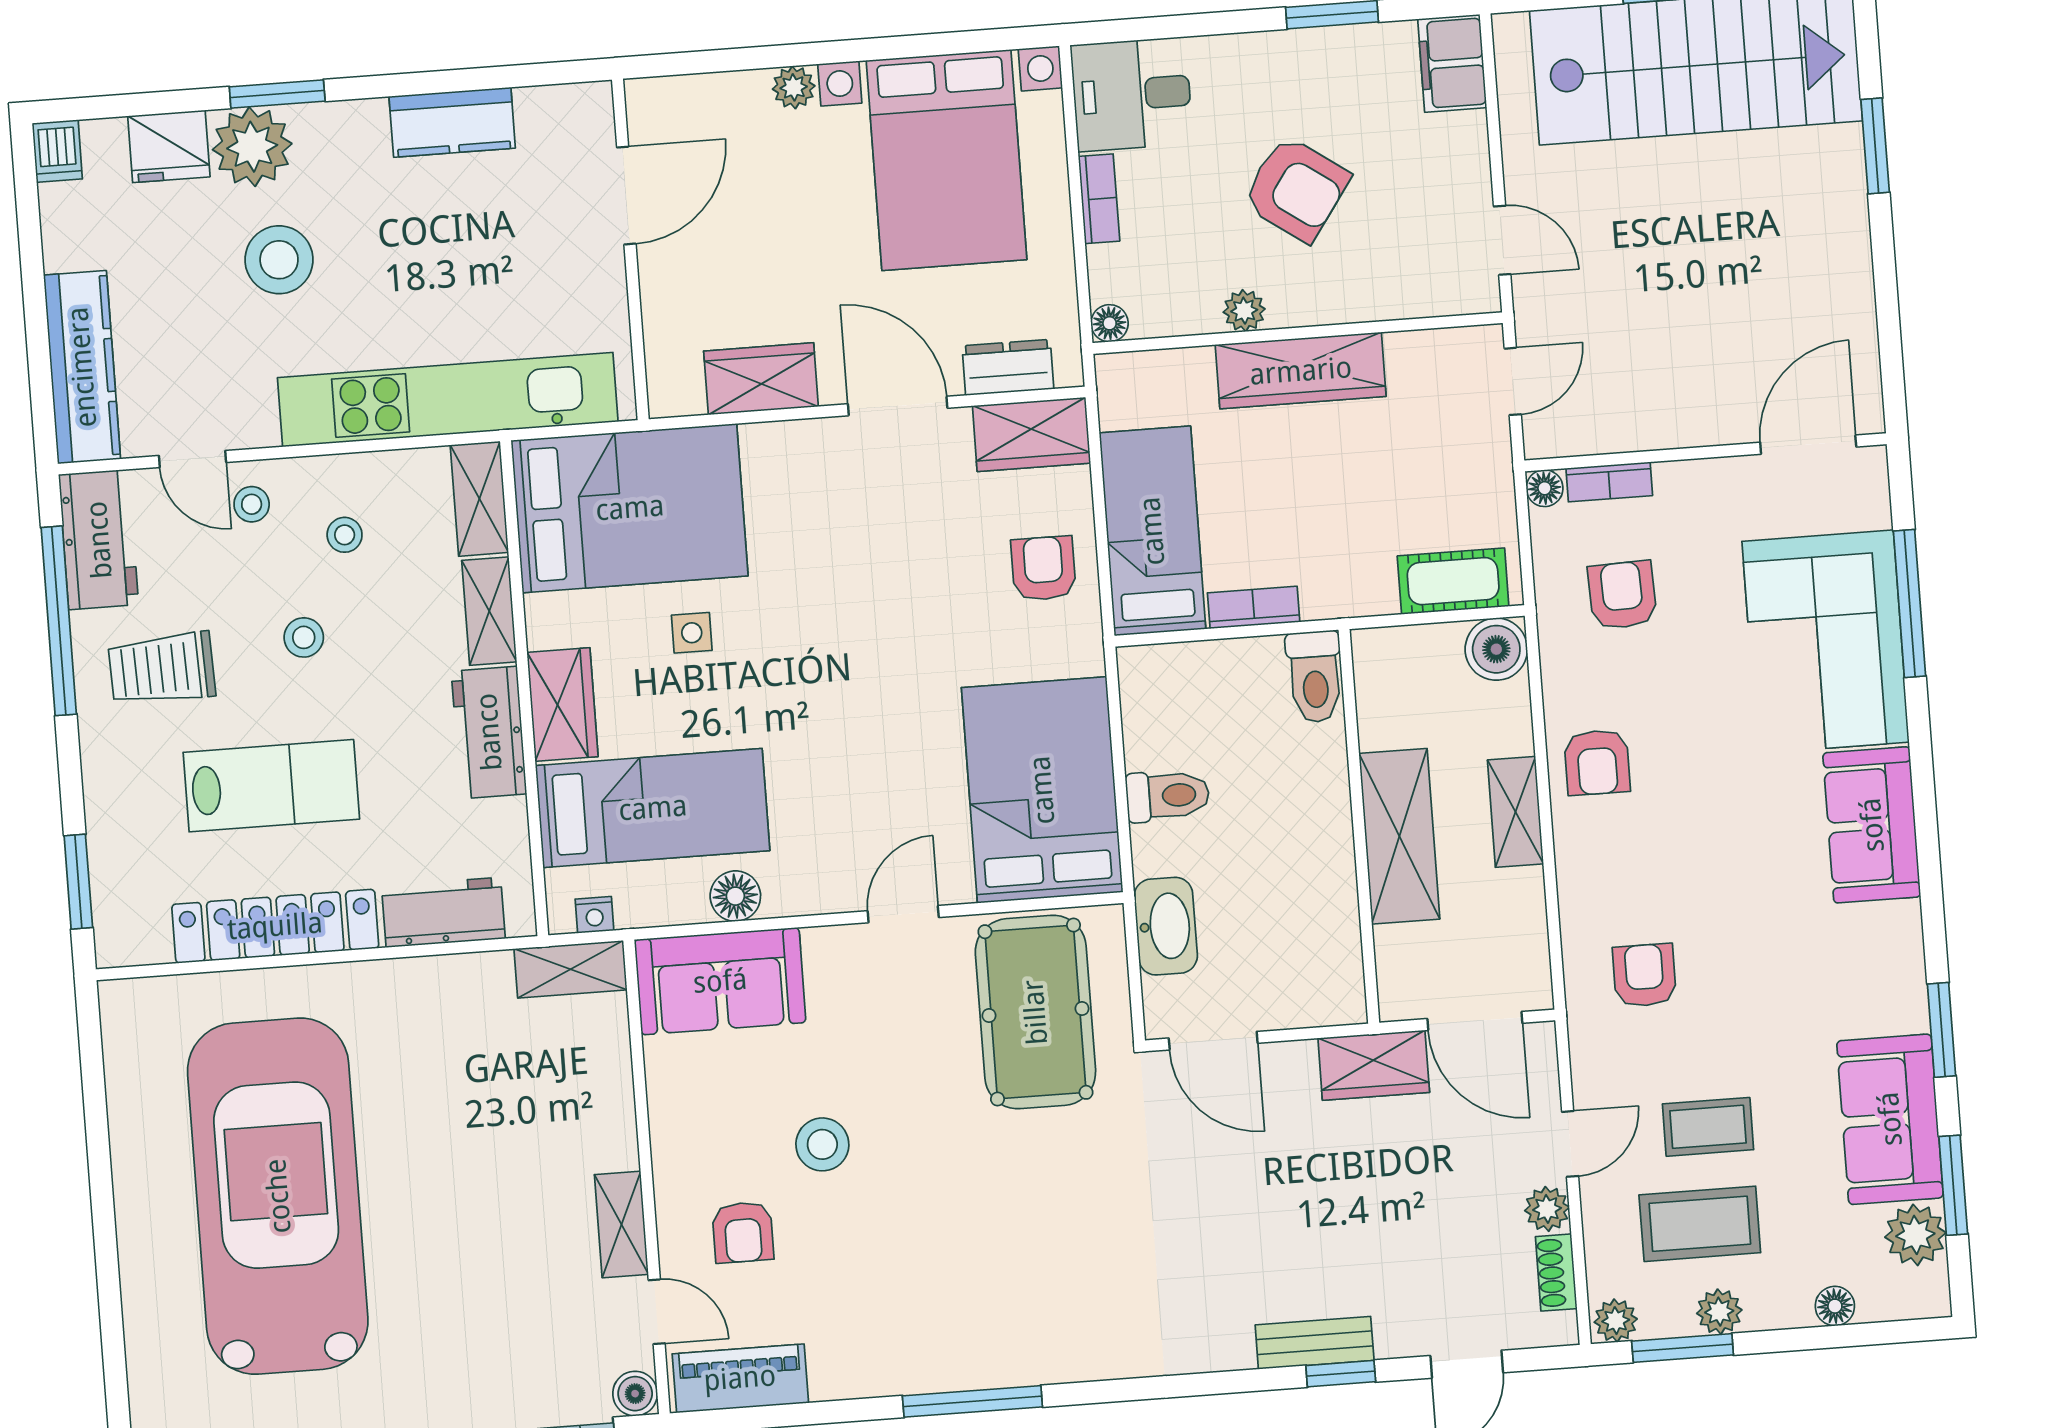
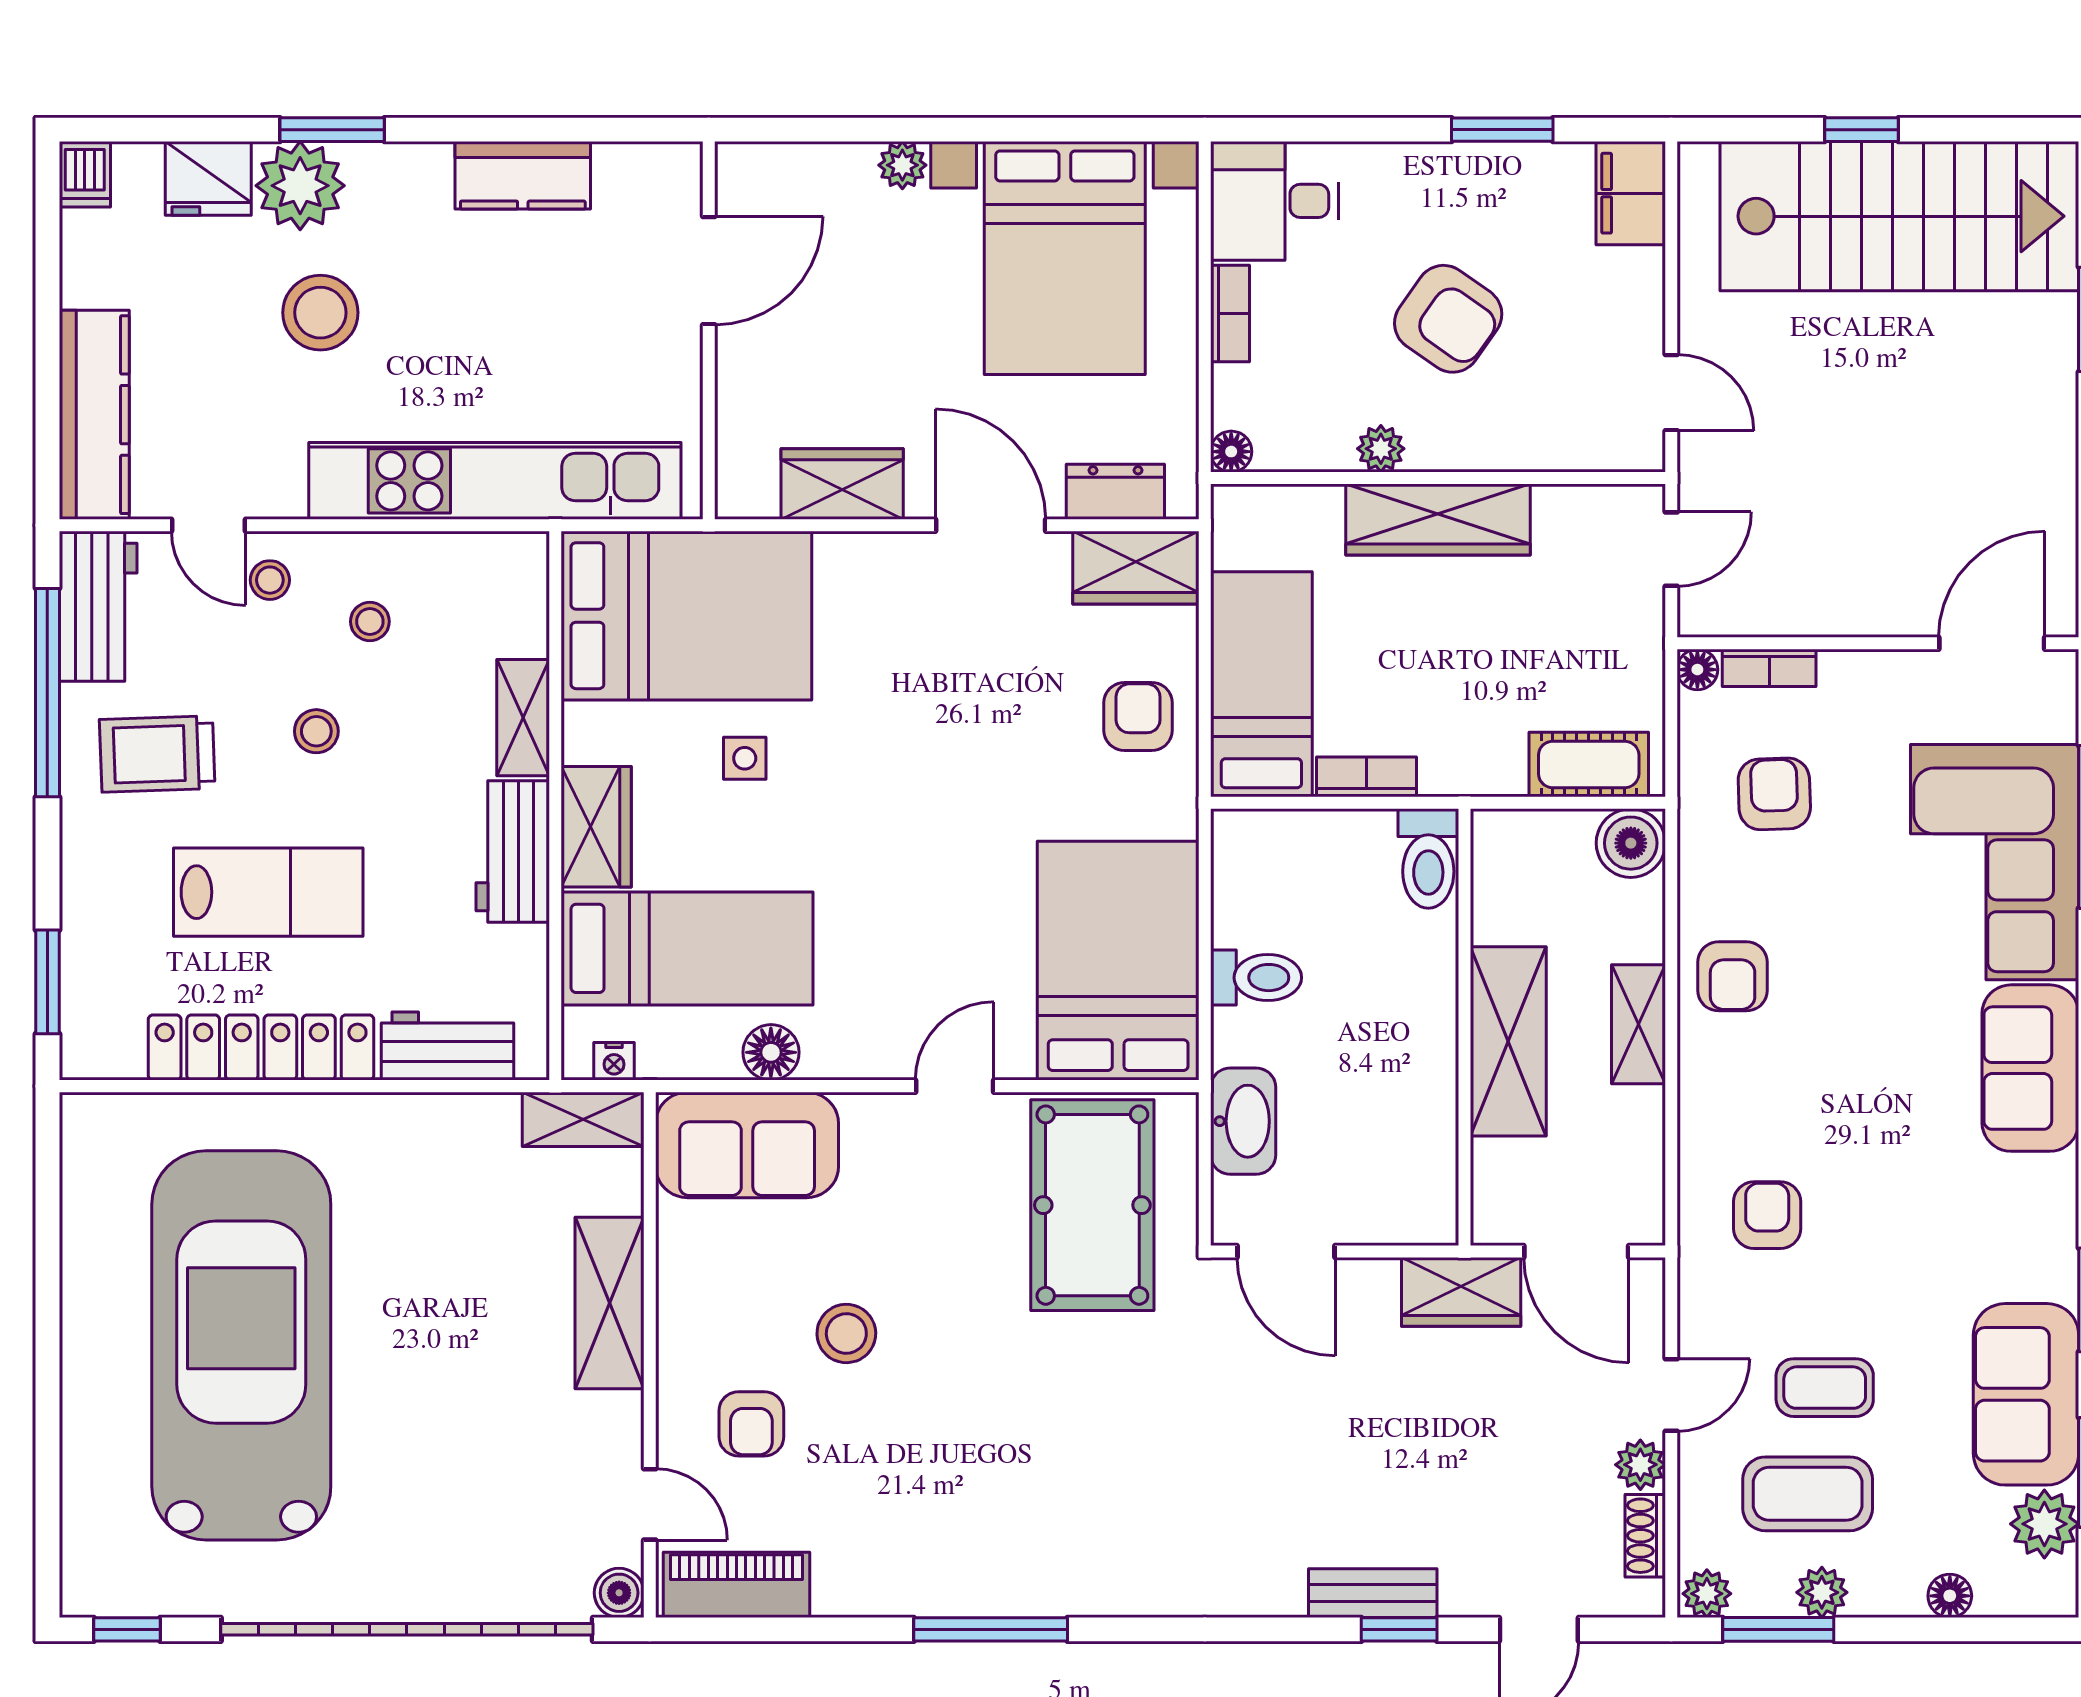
shelving: (479, 499) -> (522, 593), removed
shelving: (621, 1224) -> (609, 1303), moved, width x1.50, depth x1.33

